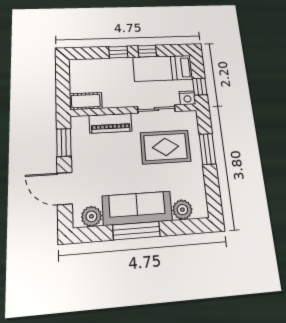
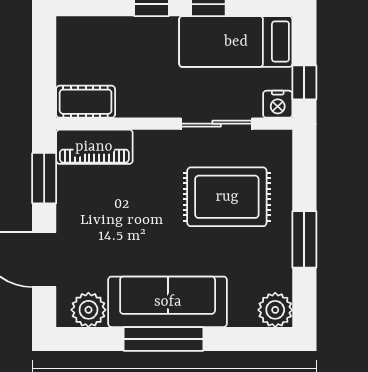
piano: (111, 123) -> (94, 147), moved
window: (207, 149) -> (304, 239), moved
plant: (182, 210) -> (275, 310), moved

